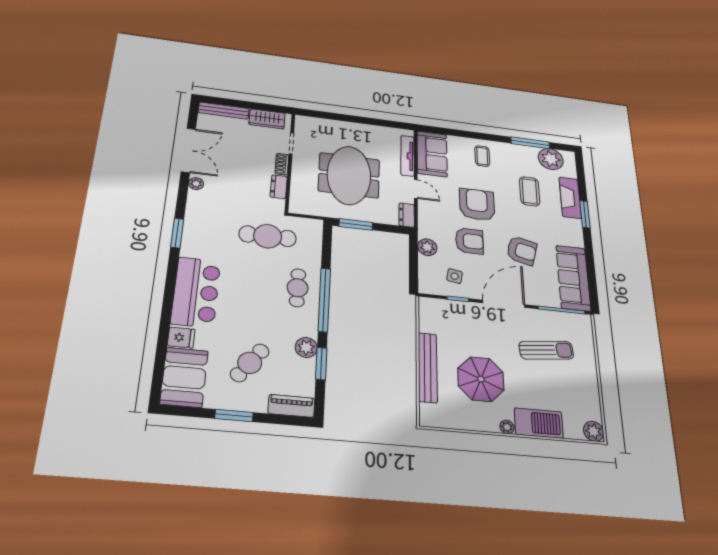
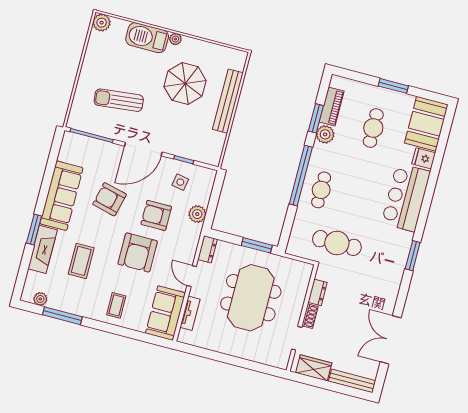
tv unit: (408, 156) -> (190, 313), width x0.71
plant: (551, 159) -> (40, 299), width x0.53, depth x0.53
plant: (196, 184) -> (389, 304), removed
sofa: (573, 278) -> (61, 196), moved
cafe table: (250, 363) -> (373, 128), turned -37
piano: (291, 406) -> (332, 106), moved, turned -90

